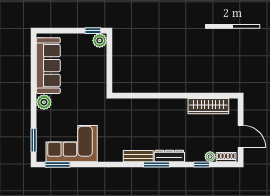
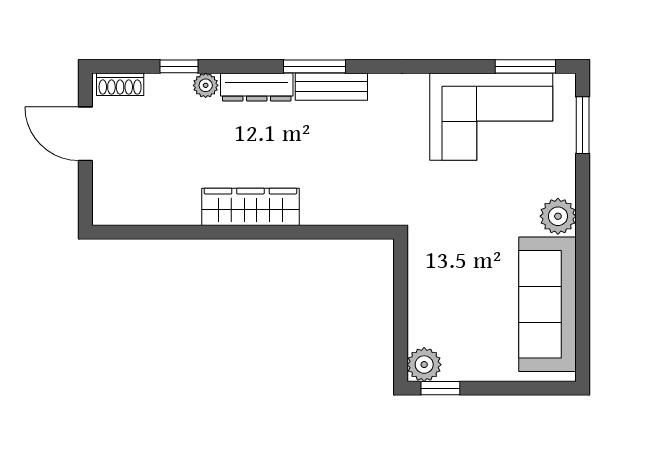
wardrobe: (208, 106) -> (250, 207), moved
plant: (210, 157) -> (206, 85), moved
window: (157, 165) -> (315, 66), moved

